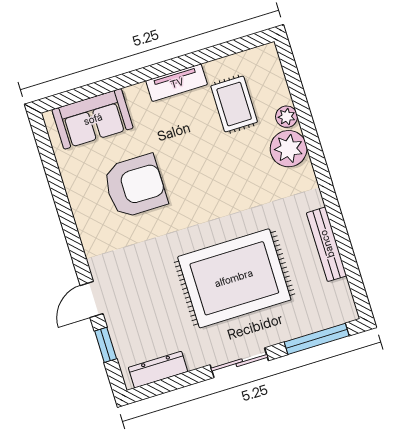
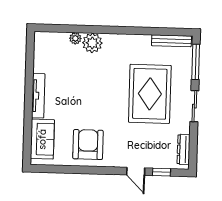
tv unit: (177, 83) -> (38, 96), width x1.41
rug: (234, 104) -> (60, 63), removed
armchair: (135, 186) -> (88, 145), moved
bench: (327, 244) -> (171, 41), moved

